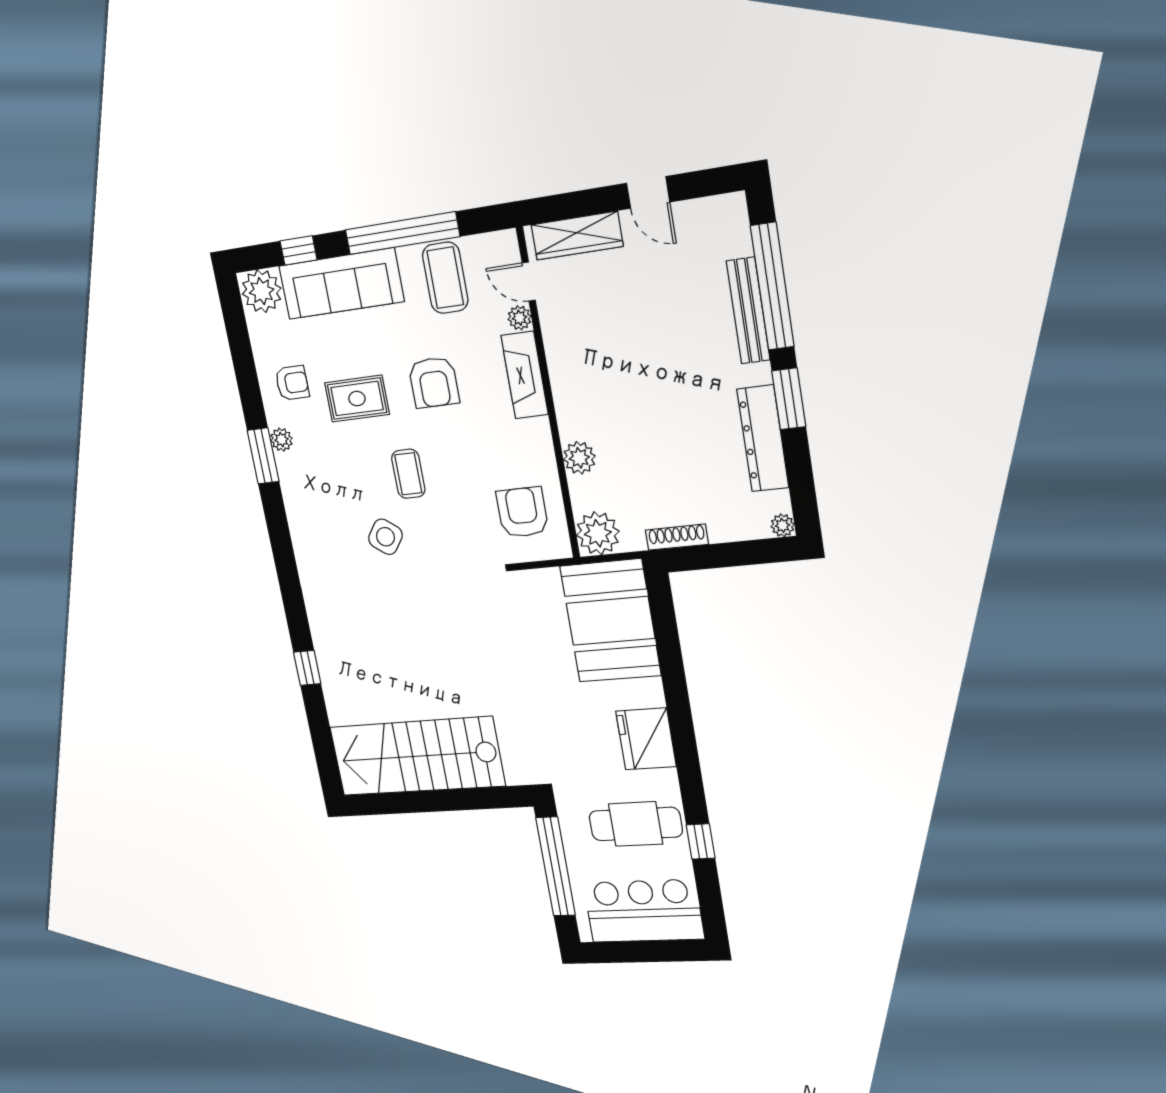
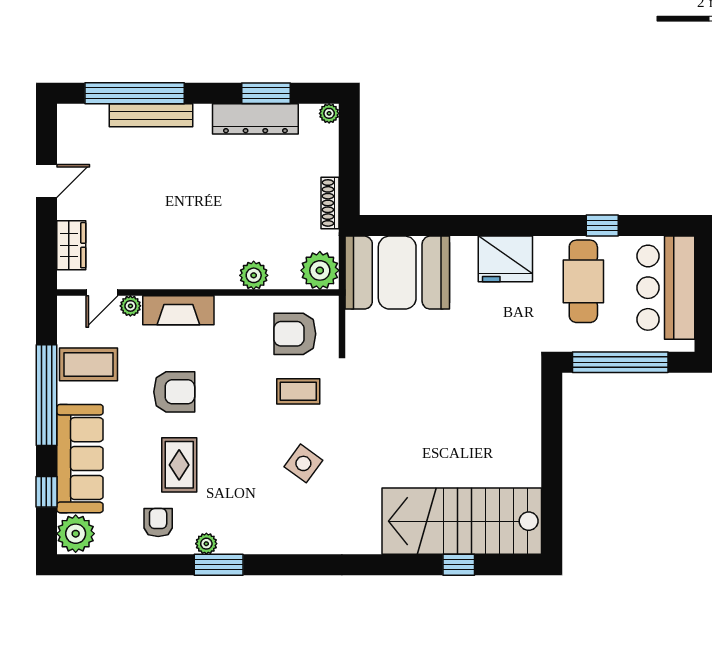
wardrobe: (577, 236) -> (71, 245), width x0.67
window: (789, 399) -> (266, 93), moved
coffee table: (408, 474) -> (298, 391), moved
window: (307, 668) -> (459, 565), moved
stairs: (417, 756) -> (462, 521), moved, turned 90

